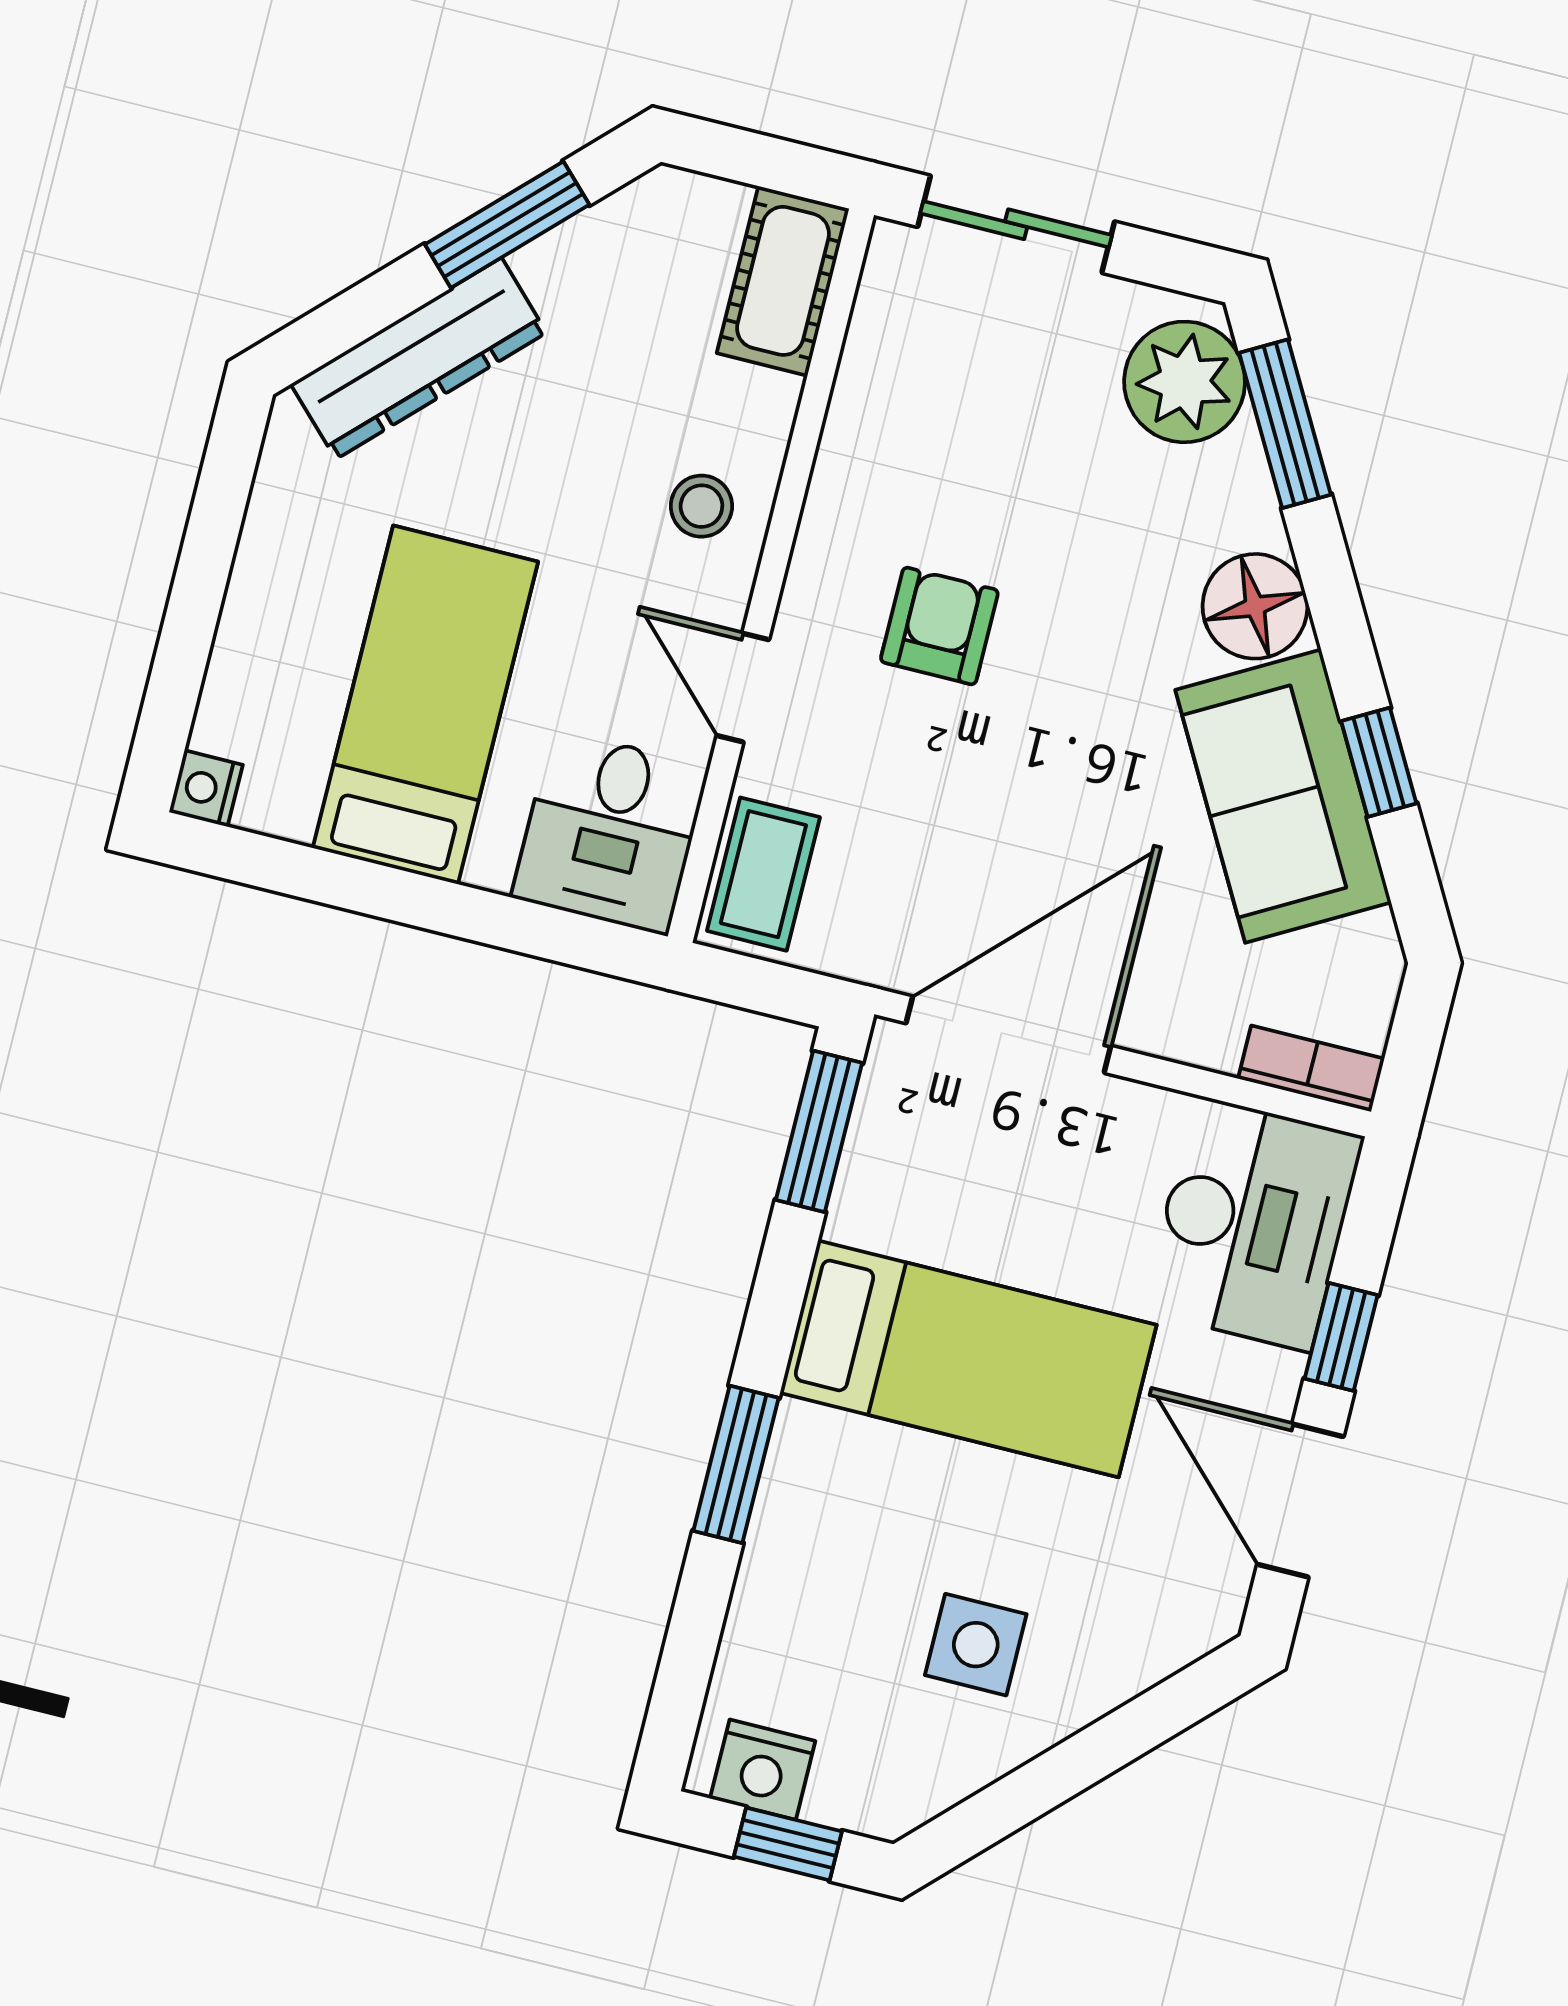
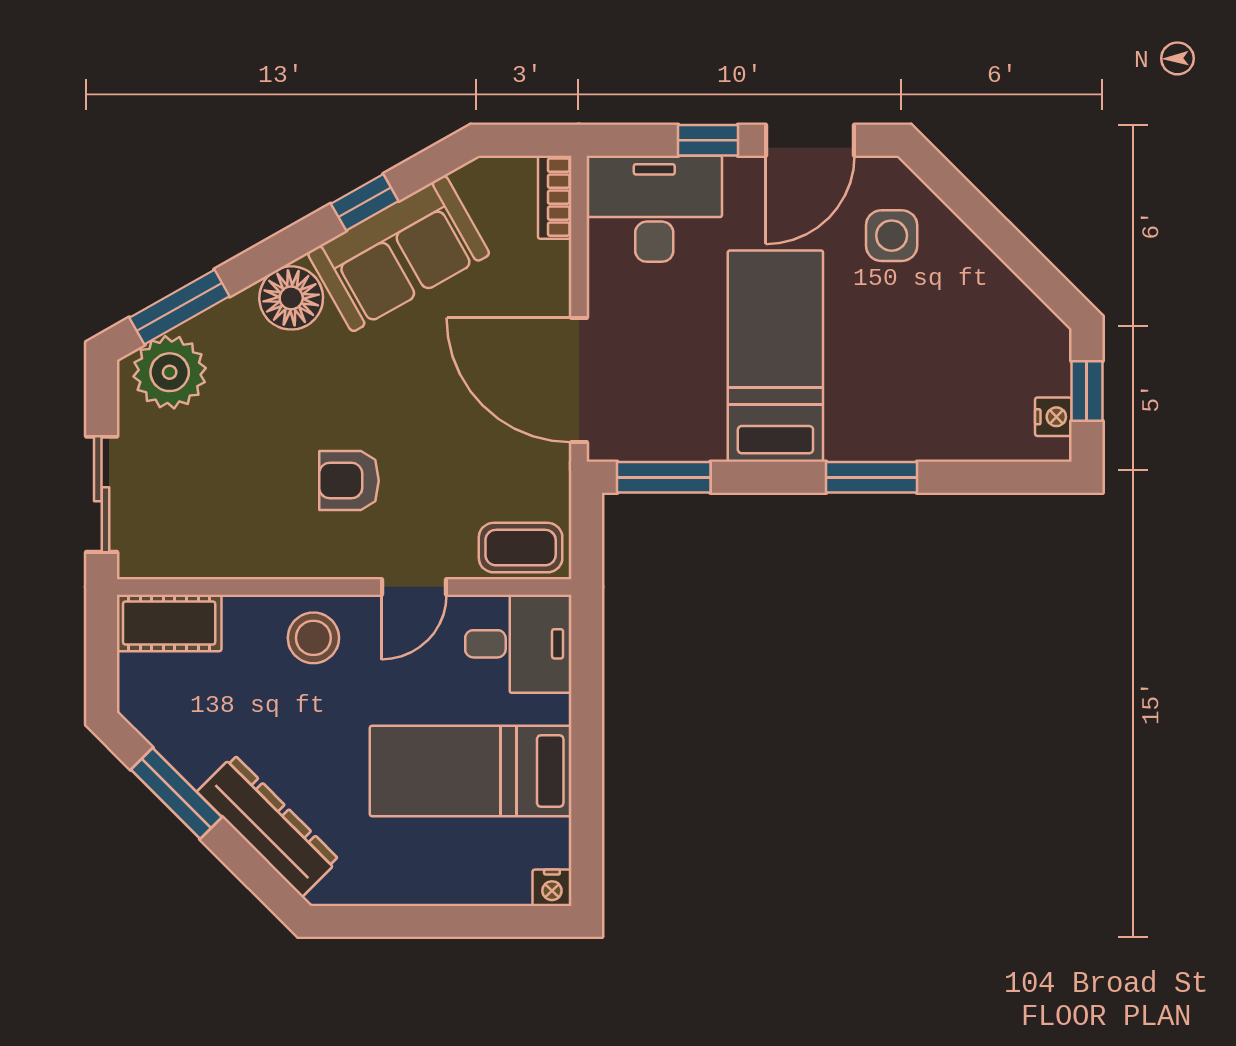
stool: (701, 506) -> (313, 638), width x1.37, depth x1.37
side table: (976, 1645) -> (892, 236), moved
nightstand: (763, 1770) -> (1053, 417), width x0.72, depth x0.74

